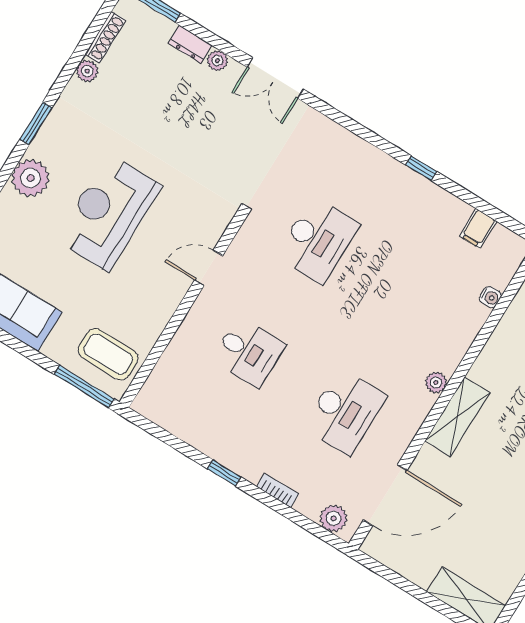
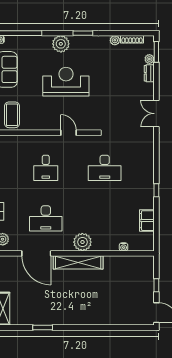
plant: (217, 61) -> (149, 59), moved
filing cabinet: (478, 228) -> (147, 221), width x2.00
plant: (436, 382) -> (82, 242), width x1.88, depth x1.88
shelving: (457, 417) -> (78, 262), width x1.47
door: (385, 495) -> (36, 253), moved

